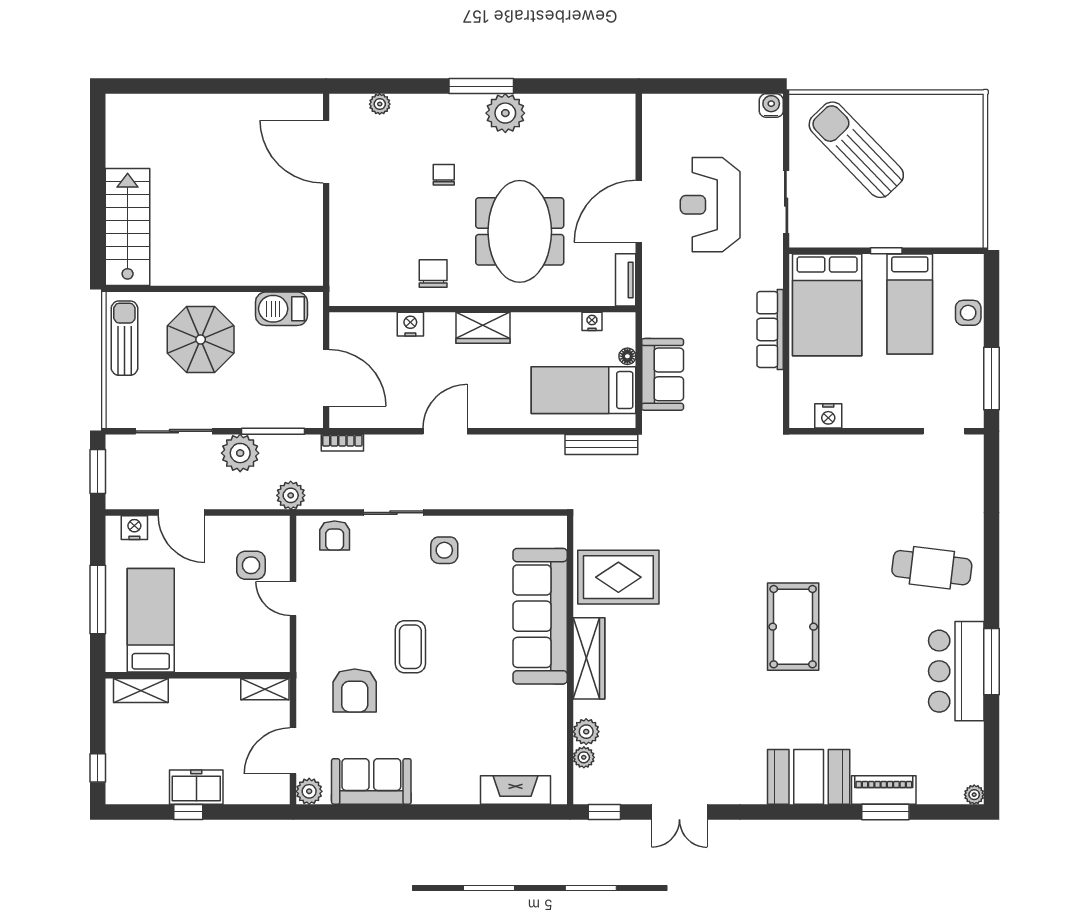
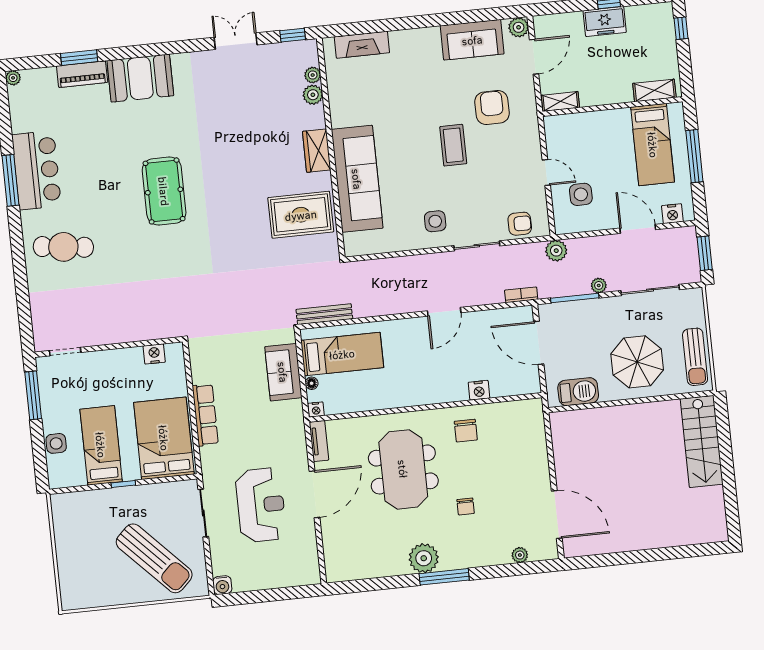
nightstand: (592, 321) -> (316, 409), moved
wardrobe: (483, 328) -> (423, 393), removed
plant: (240, 453) -> (599, 285), width x0.53, depth x0.53
armchair: (335, 535) -> (520, 224), turned 90
wardrobe: (589, 658) -> (317, 151), width x0.67

